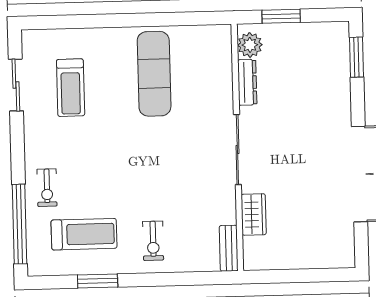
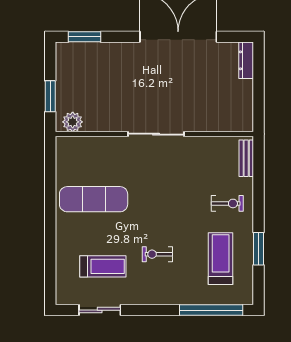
dresser: (247, 82) -> (246, 60), moved, turned -90
exercise bike: (47, 188) -> (157, 254), moved, turned 180
wardrobe: (254, 214) -> (208, 122), removed
bench: (229, 248) -> (246, 158), moved, turned 90

